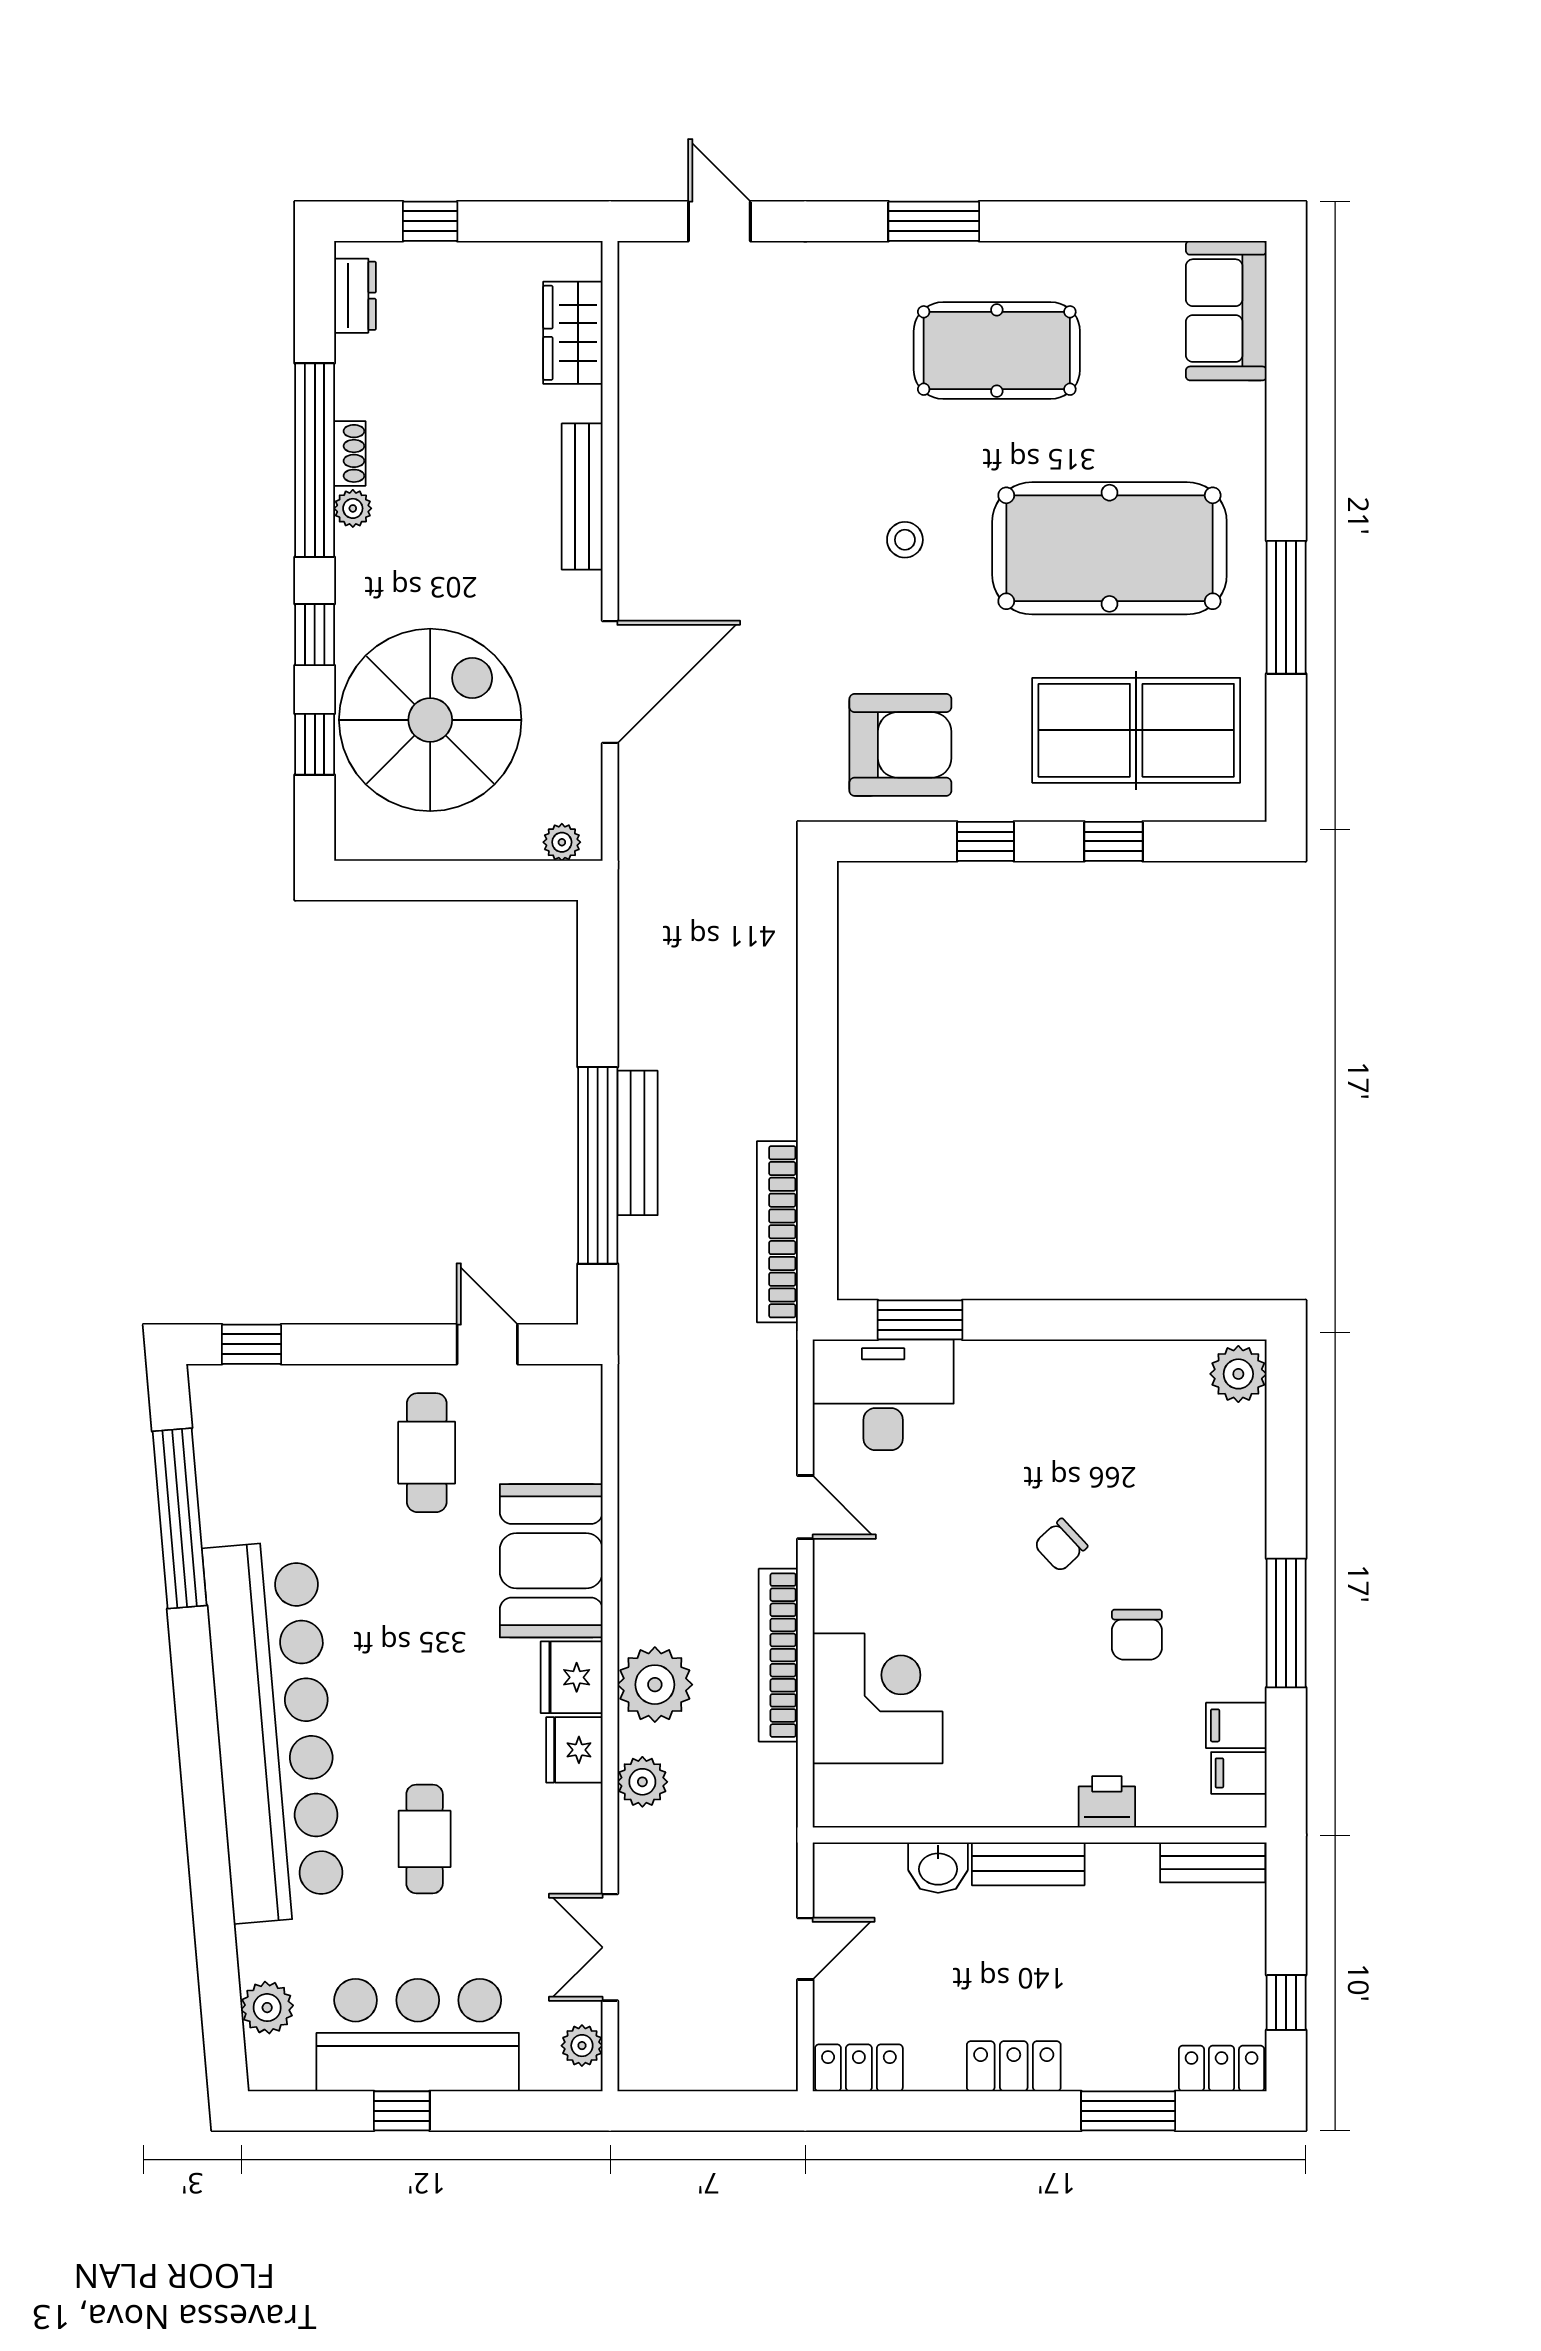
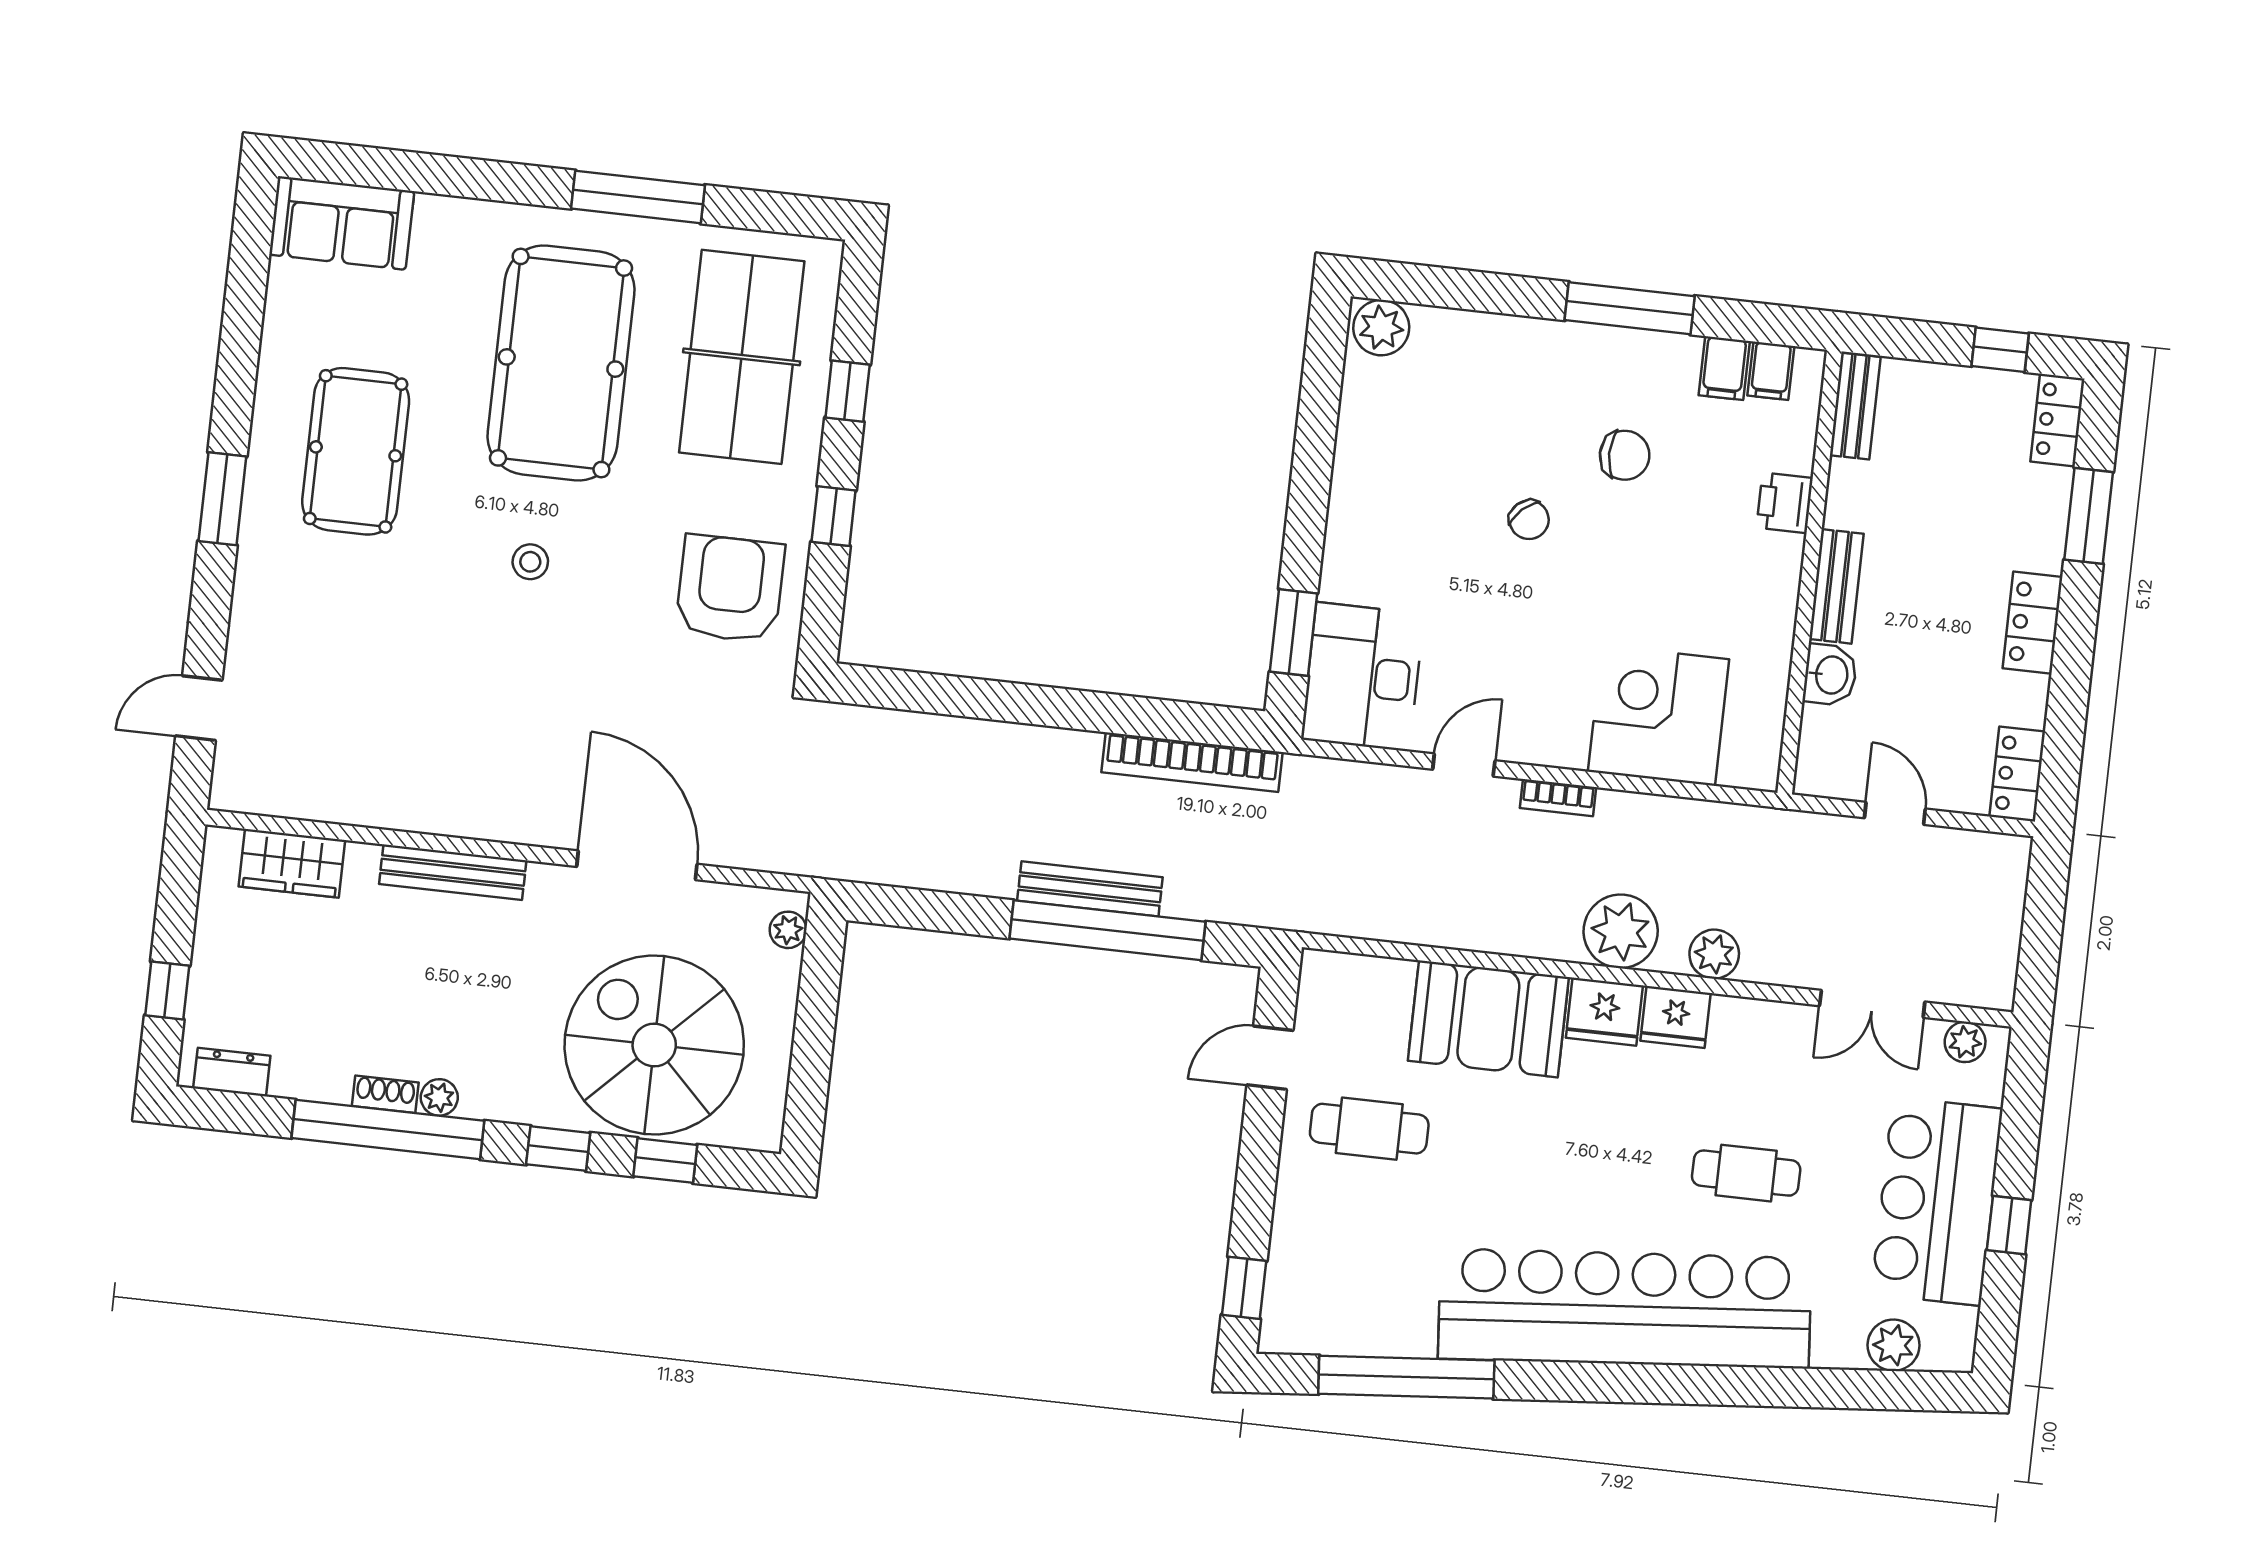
bookcase: (778, 1655) -> (1558, 798), width x0.43, depth x0.76

